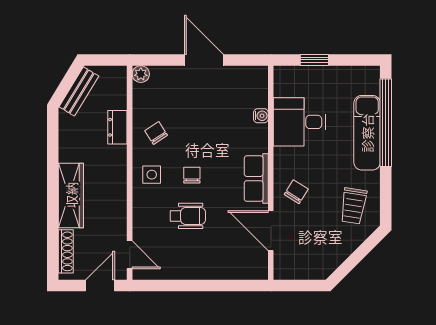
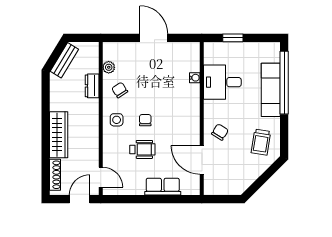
plant: (141, 74) -> (109, 67), moved
row of seats: (256, 179) -> (163, 187), moved, turned 90

